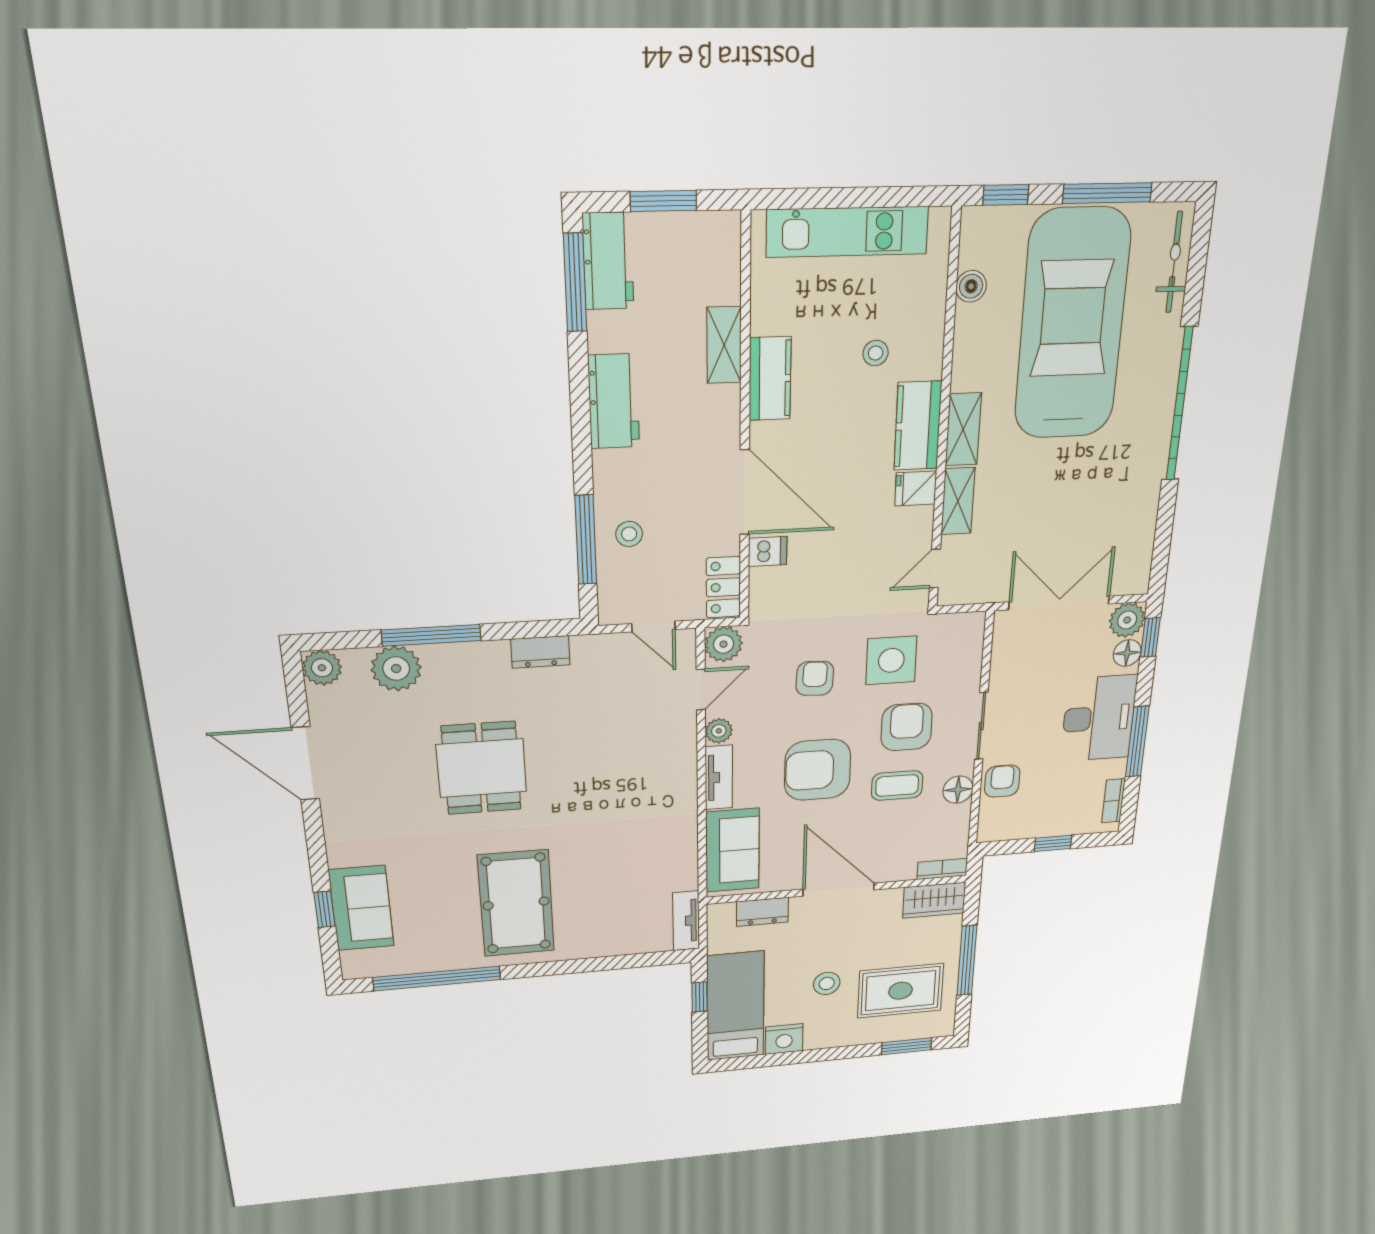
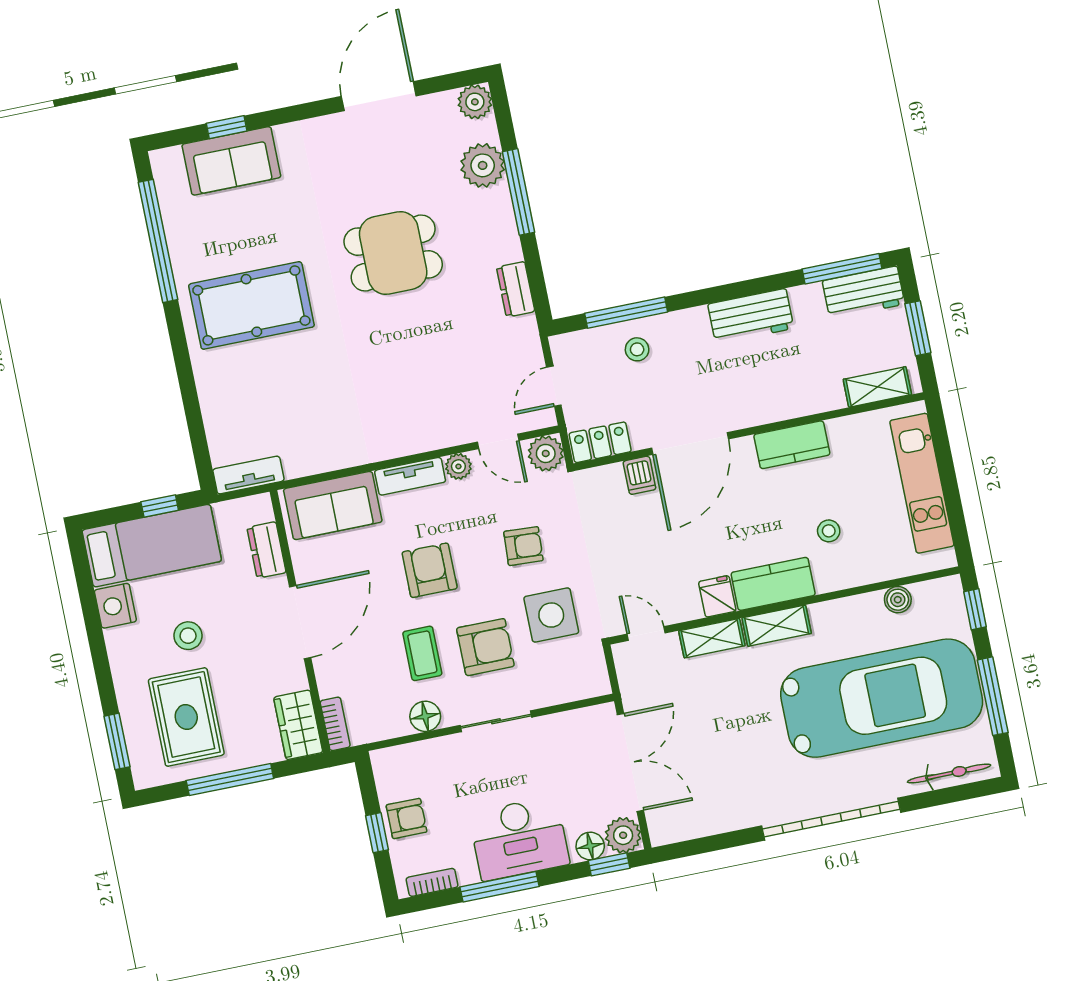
shelving: (724, 345) -> (877, 387), moved
armchair: (817, 770) -> (430, 570), width x0.73, depth x0.73
armchair: (1002, 781) -> (407, 818), moved

